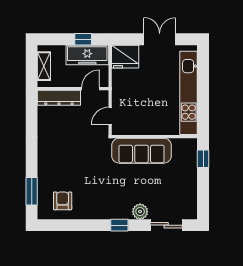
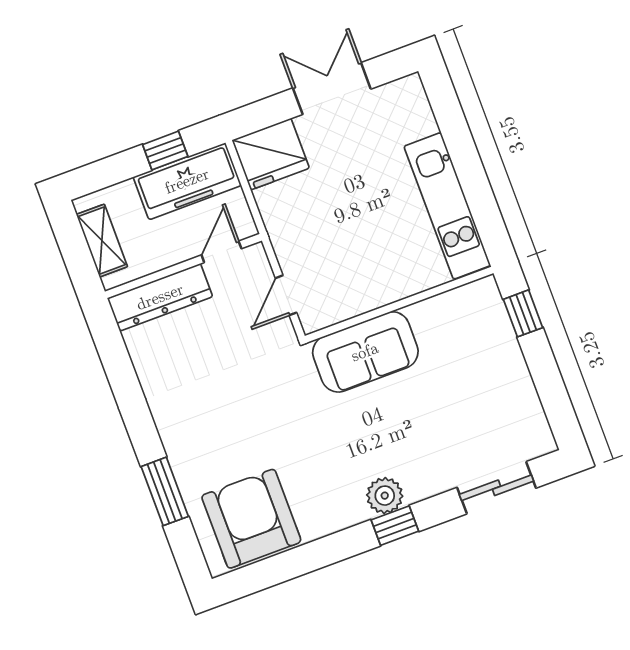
kitchen unit: (189, 93) -> (447, 206), width x0.73
sofa: (142, 151) -> (365, 352), width x0.73
window: (32, 191) -> (165, 491), moved
armchair: (63, 201) -> (251, 519), width x1.88, depth x1.88
plant: (140, 212) -> (385, 496), moved

